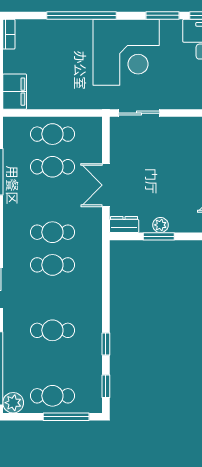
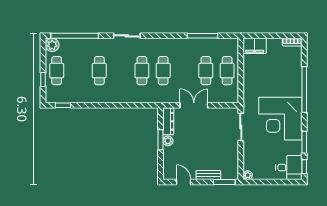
dresser: (124, 225) -> (168, 121), width x1.44
window: (106, 344) -> (90, 105), removed
window: (66, 417) -> (43, 79), width x0.46

